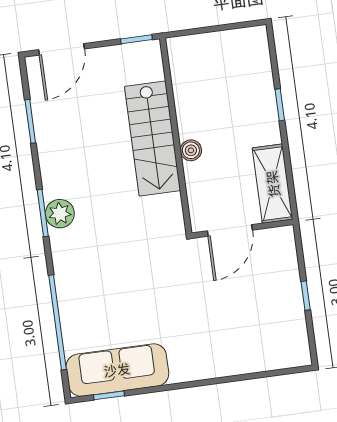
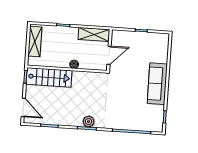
shelving: (227, 44) -> (35, 41), added
stairs: (153, 139) -> (49, 77), moved
door: (230, 230) -> (109, 55), hinge flipped
sofa: (117, 370) -> (157, 84), moved

